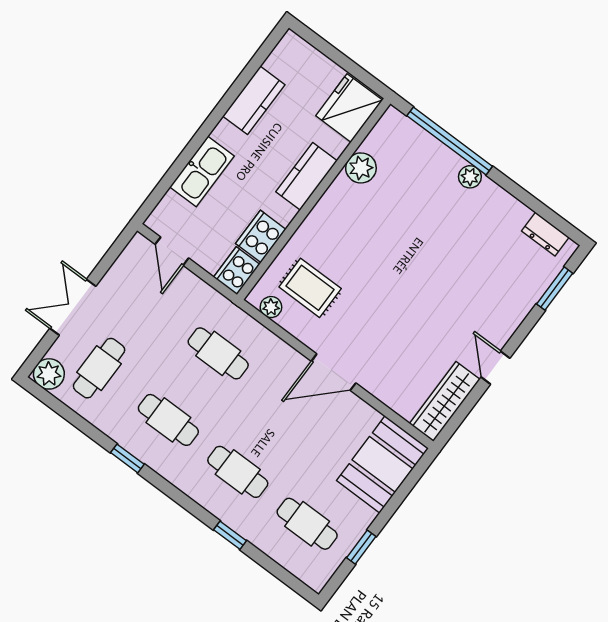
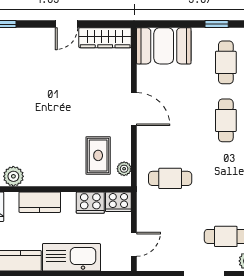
kitchen sink: (202, 172) -> (71, 257), width x1.36, depth x1.24
cafe table: (218, 353) -> (170, 178), turned 90
cafe table: (168, 420) -> (226, 178), removed

